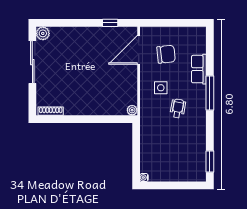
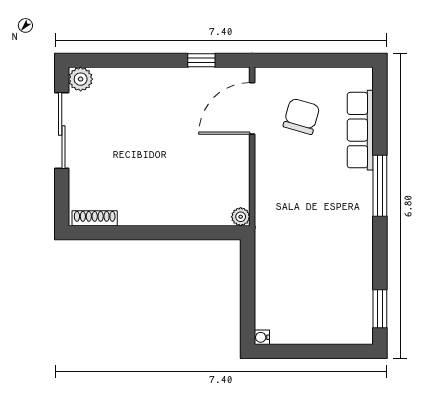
chair: (166, 54) -> (301, 116), turned -68
row of seats: (199, 69) -> (360, 130), width x1.48
side table: (161, 88) -> (292, 176), removed
wheelchair: (178, 108) -> (323, 213), removed

